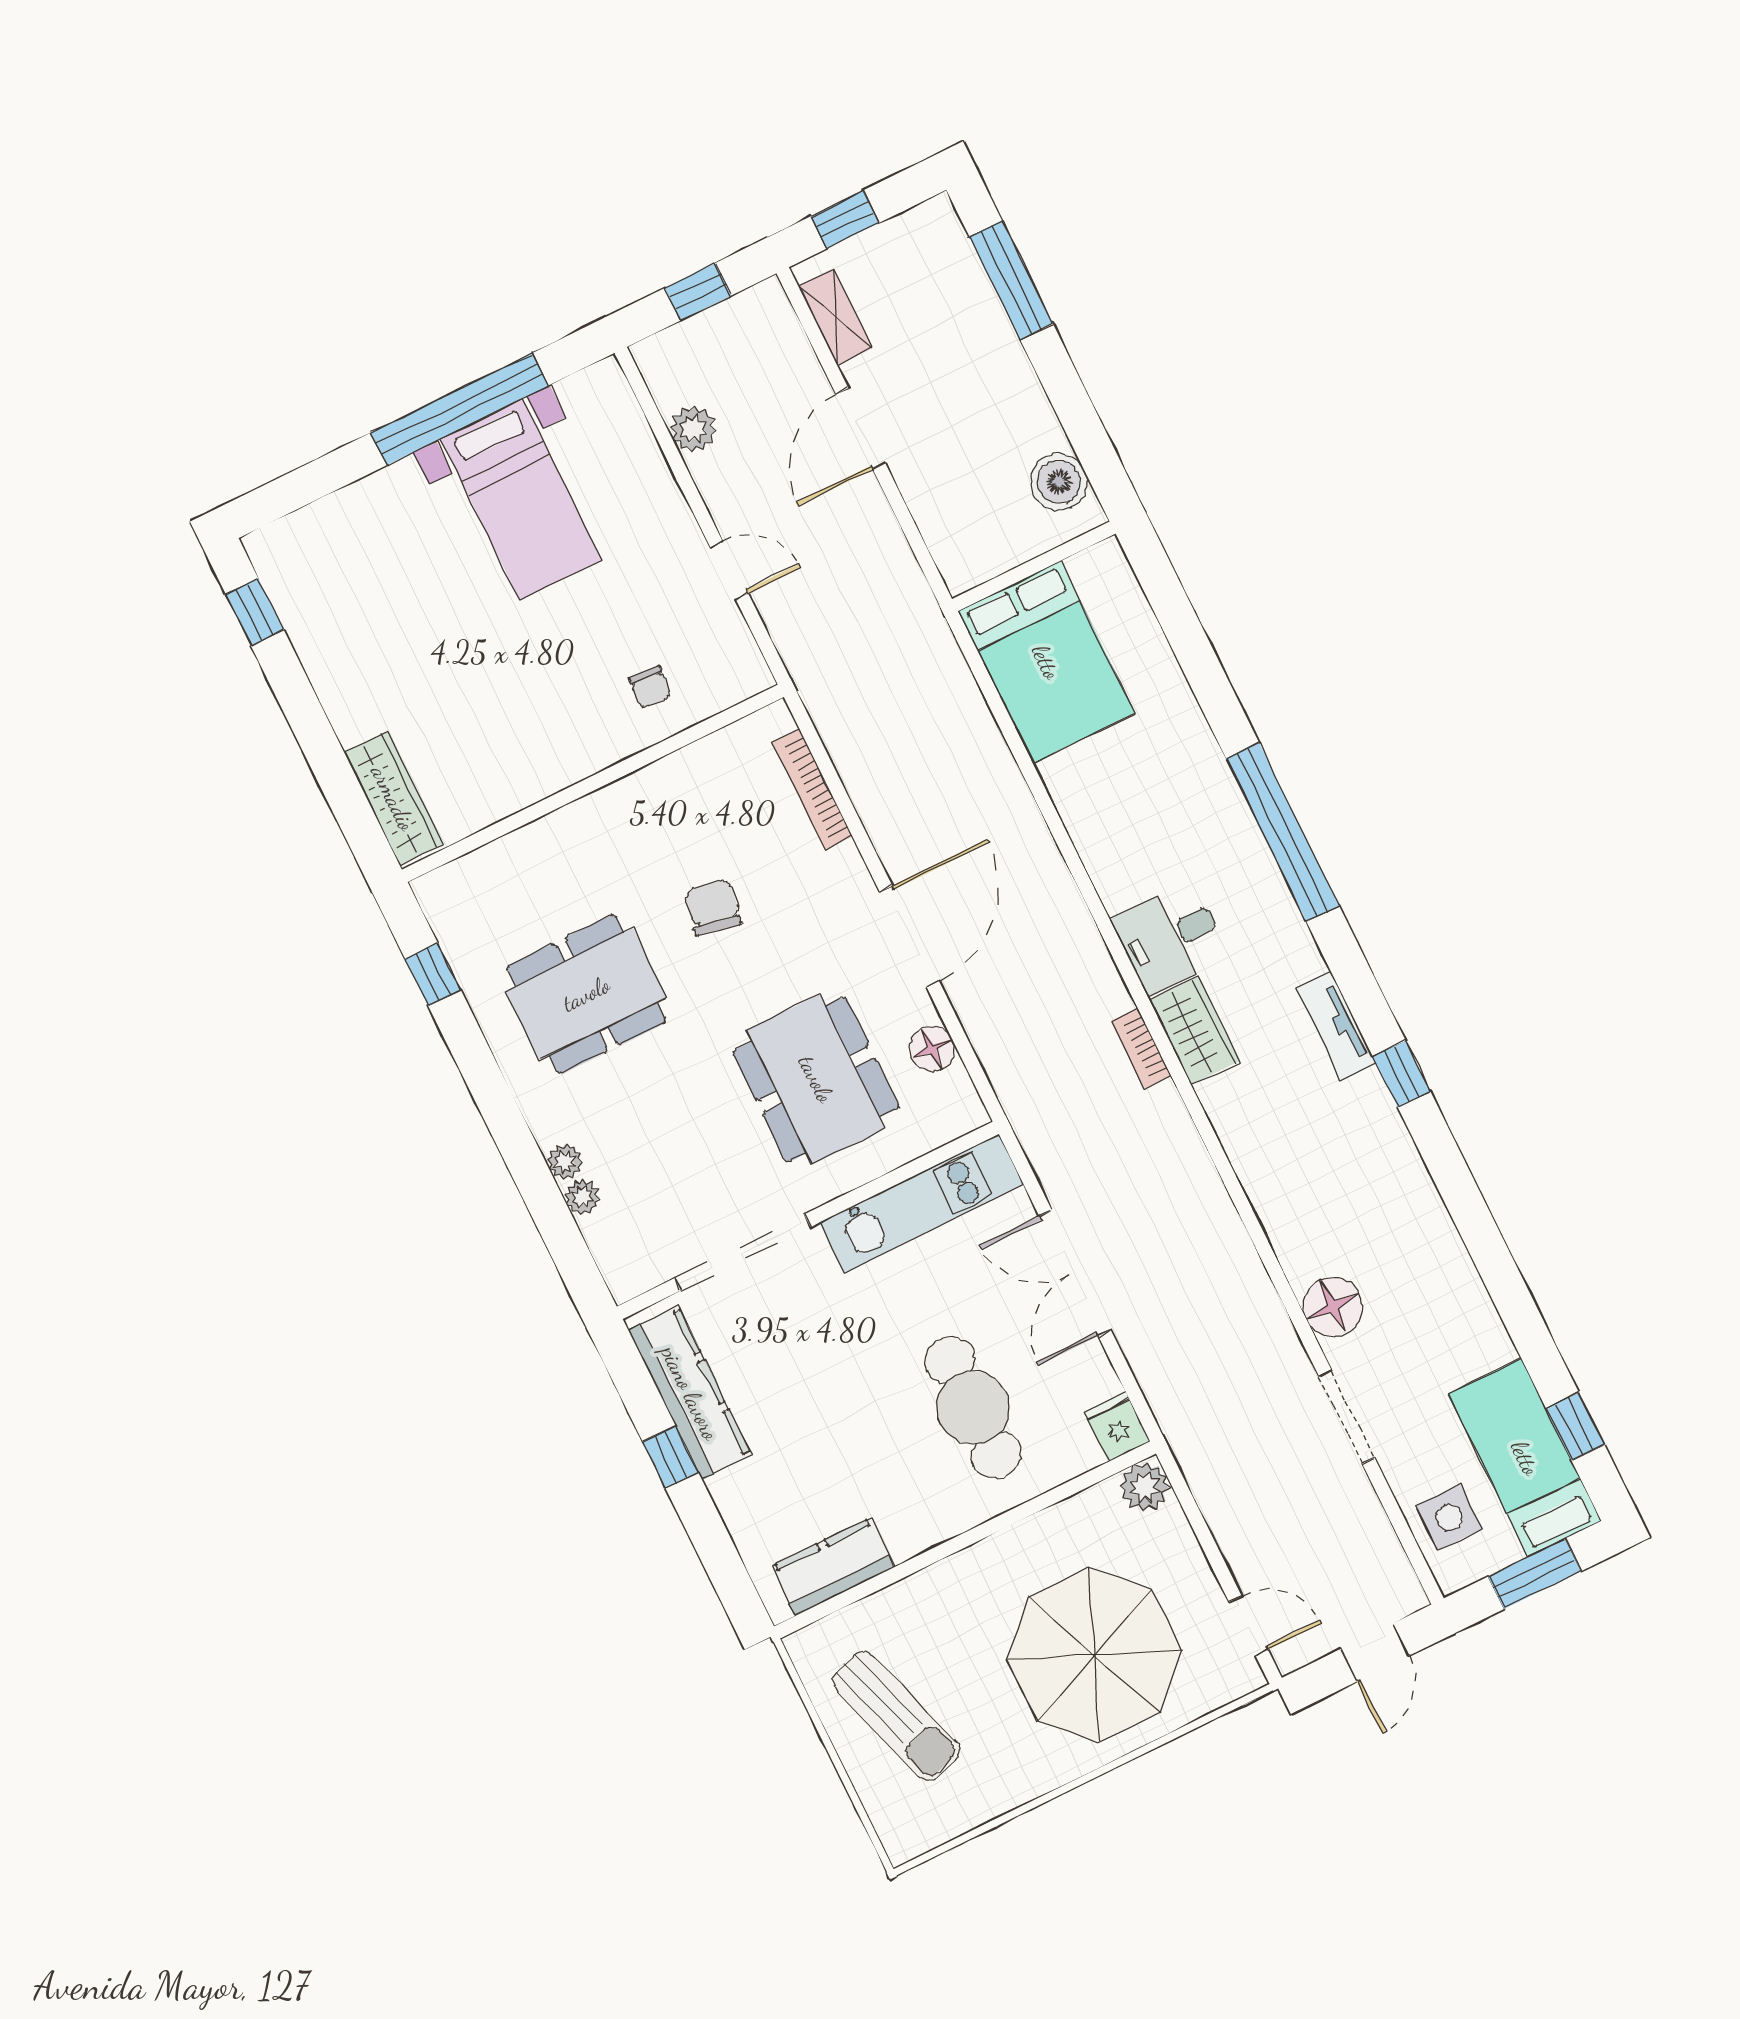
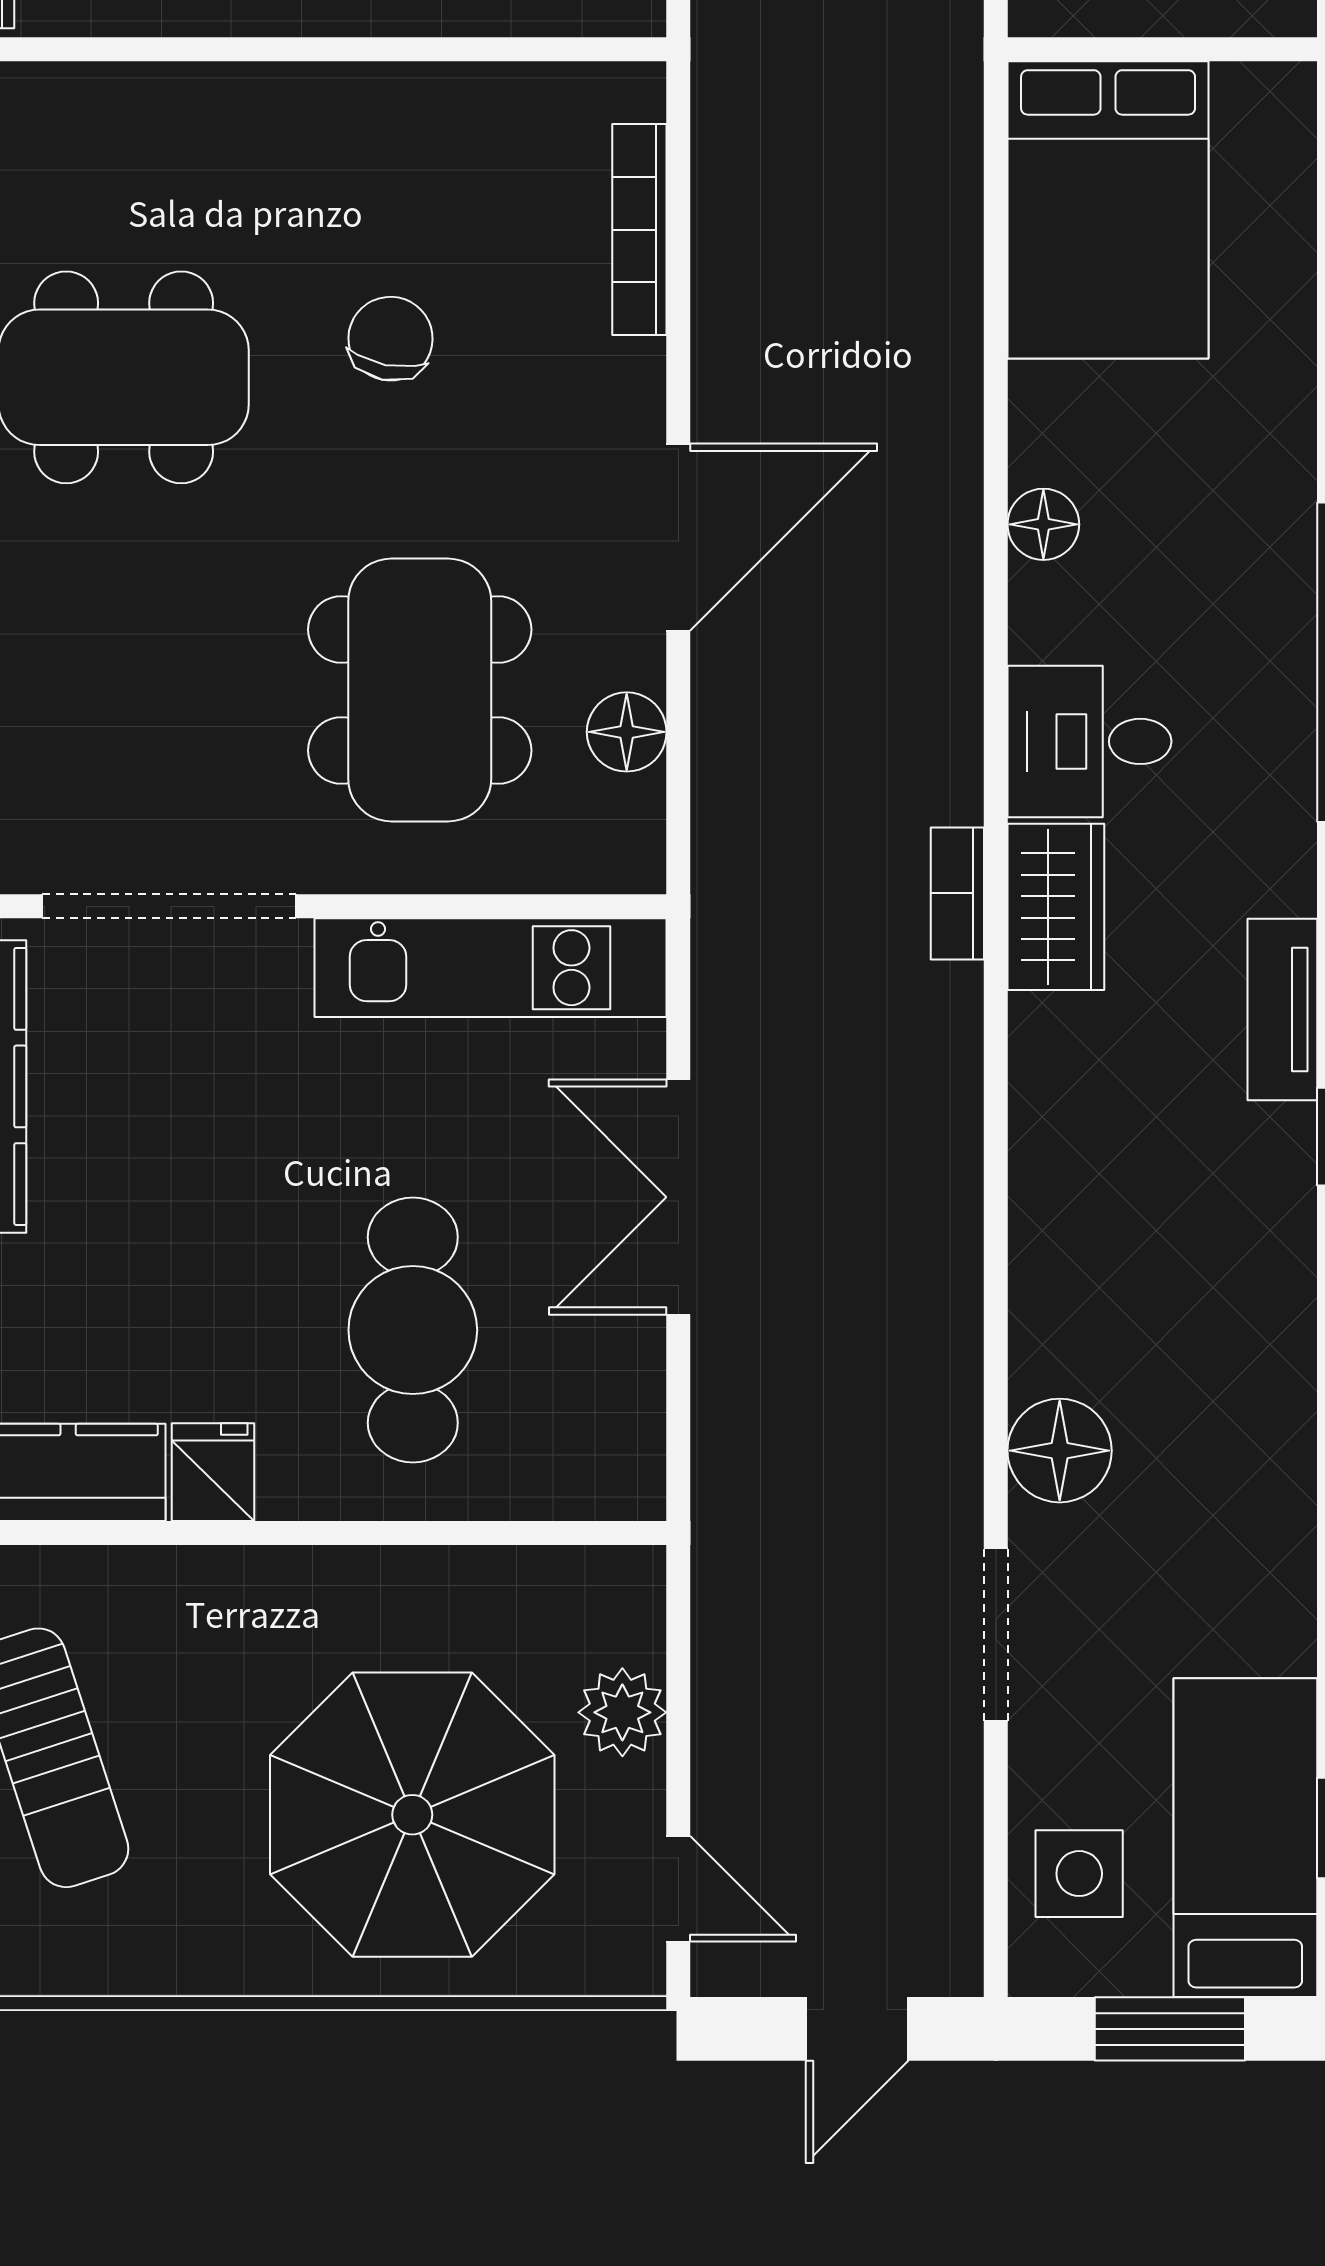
floor lamp: (1092, 838) -> (1043, 524), added
fridge: (1117, 1427) -> (213, 1472), moved
plant: (1145, 1487) -> (622, 1712), moved

